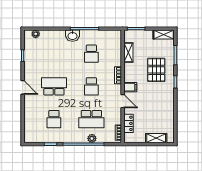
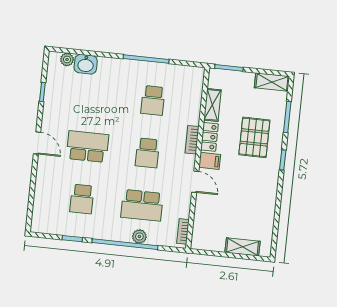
washbasin: (72, 36) -> (86, 64), moved
locker: (129, 123) -> (209, 137), moved

